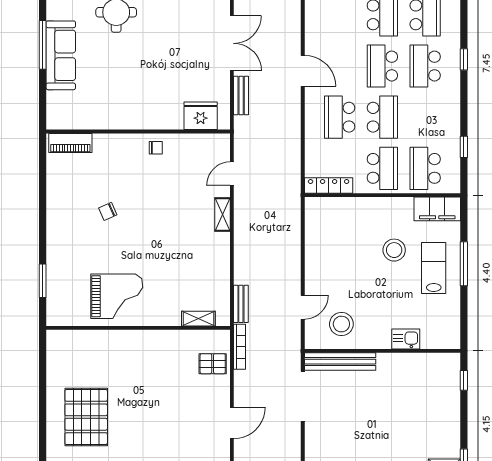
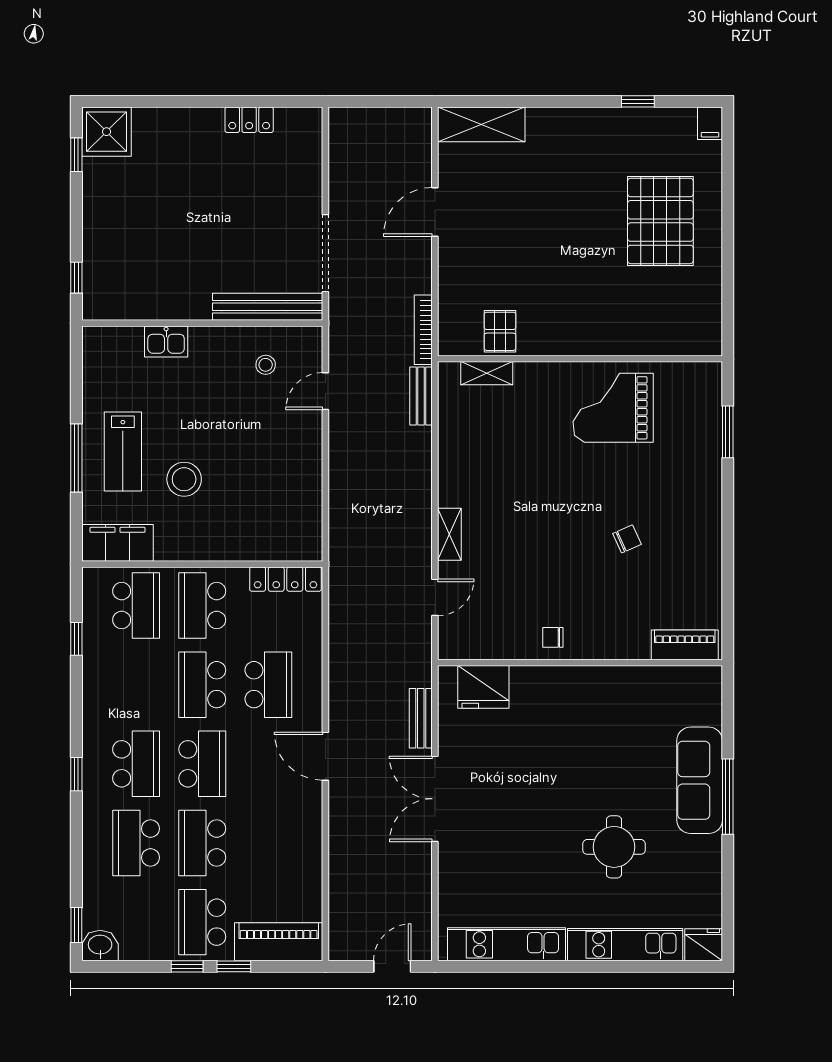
stool: (341, 324) -> (266, 365), width x0.53, depth x0.53
pallet: (213, 364) -> (500, 331), moved, turned 90

